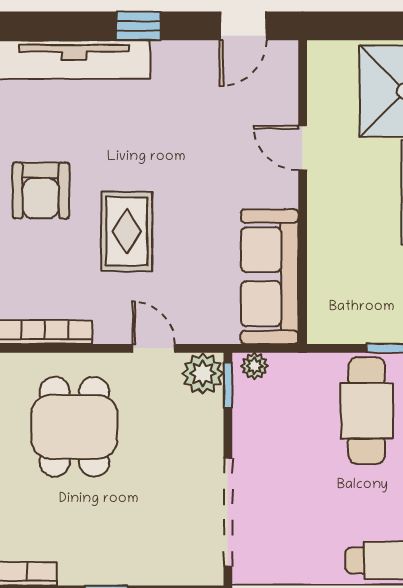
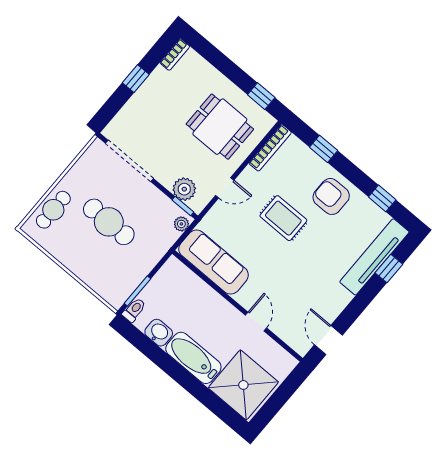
window: (139, 26) -> (389, 268), moved
door: (303, 148) -> (256, 322), hinge flipped
plant: (203, 373) -> (184, 189), moved
cafe table: (367, 411) -> (109, 222), moved

